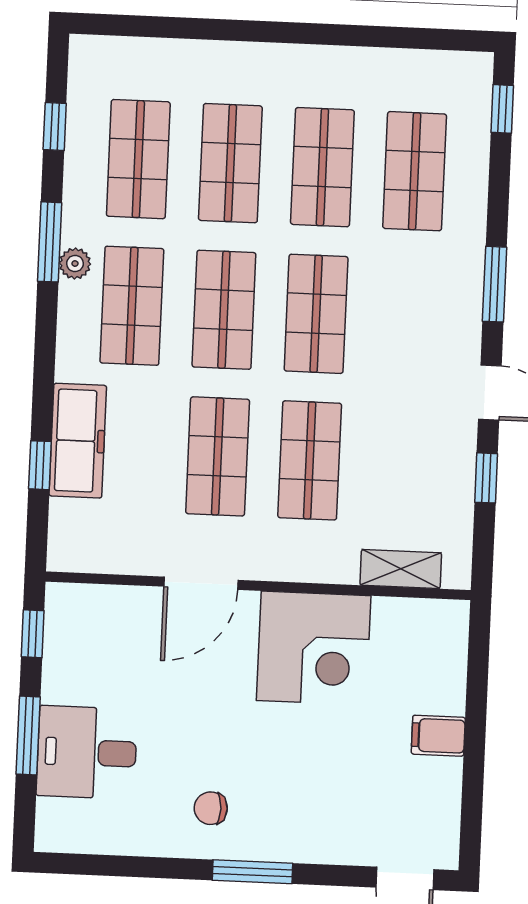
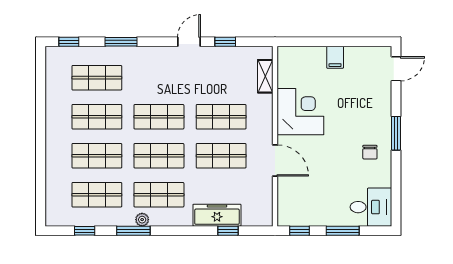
window: (495, 284) -> (121, 42), moved
desk: (87, 752) -> (371, 207), moved, turned -90

